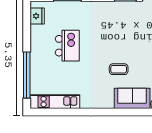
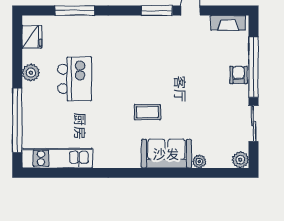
plant: (36, 41) -> (31, 73), added

